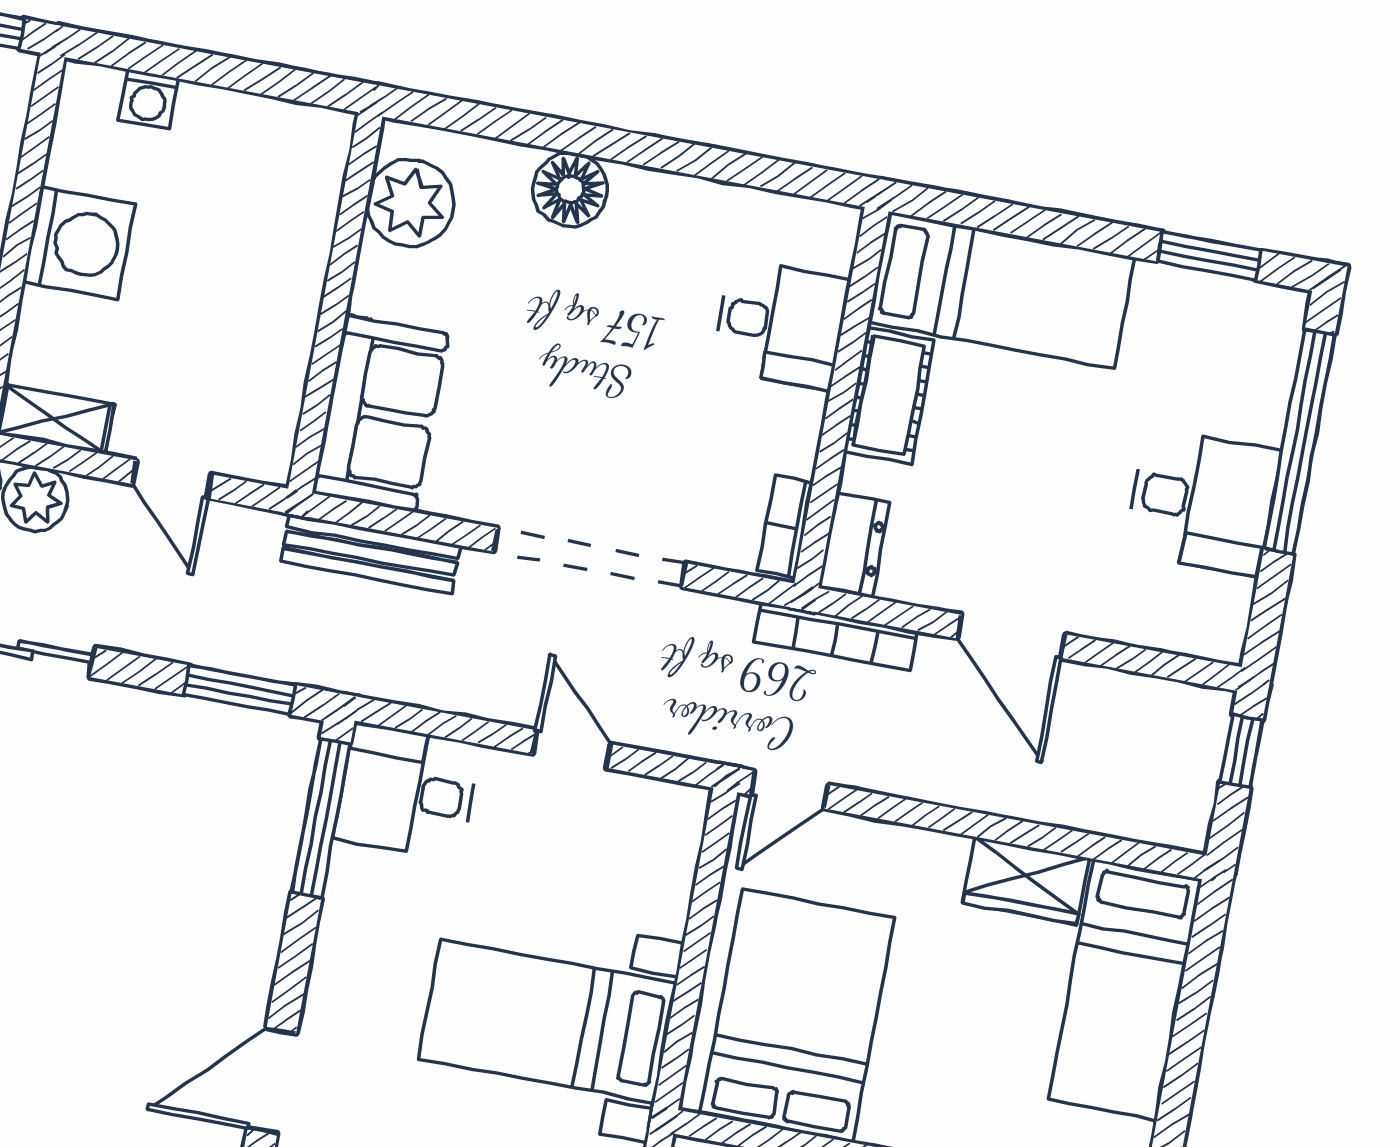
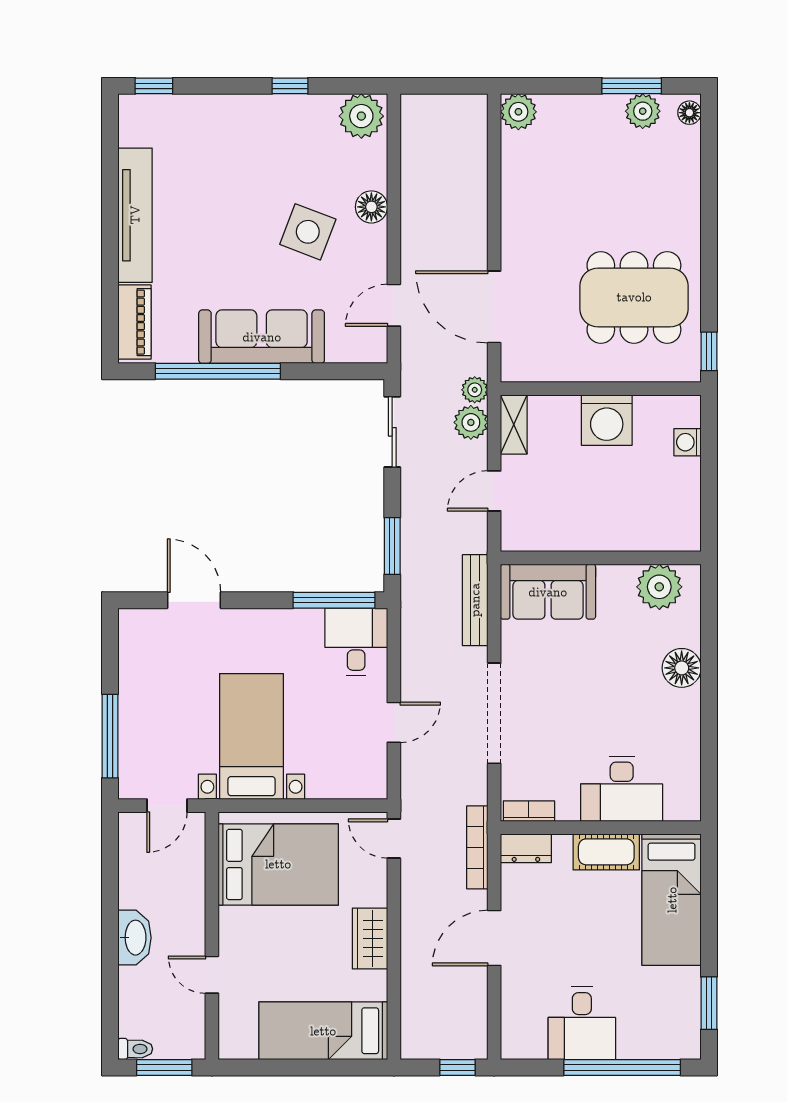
desk: (781, 324) -> (622, 789), width x1.37
wardrobe: (1026, 880) -> (370, 938), moved

